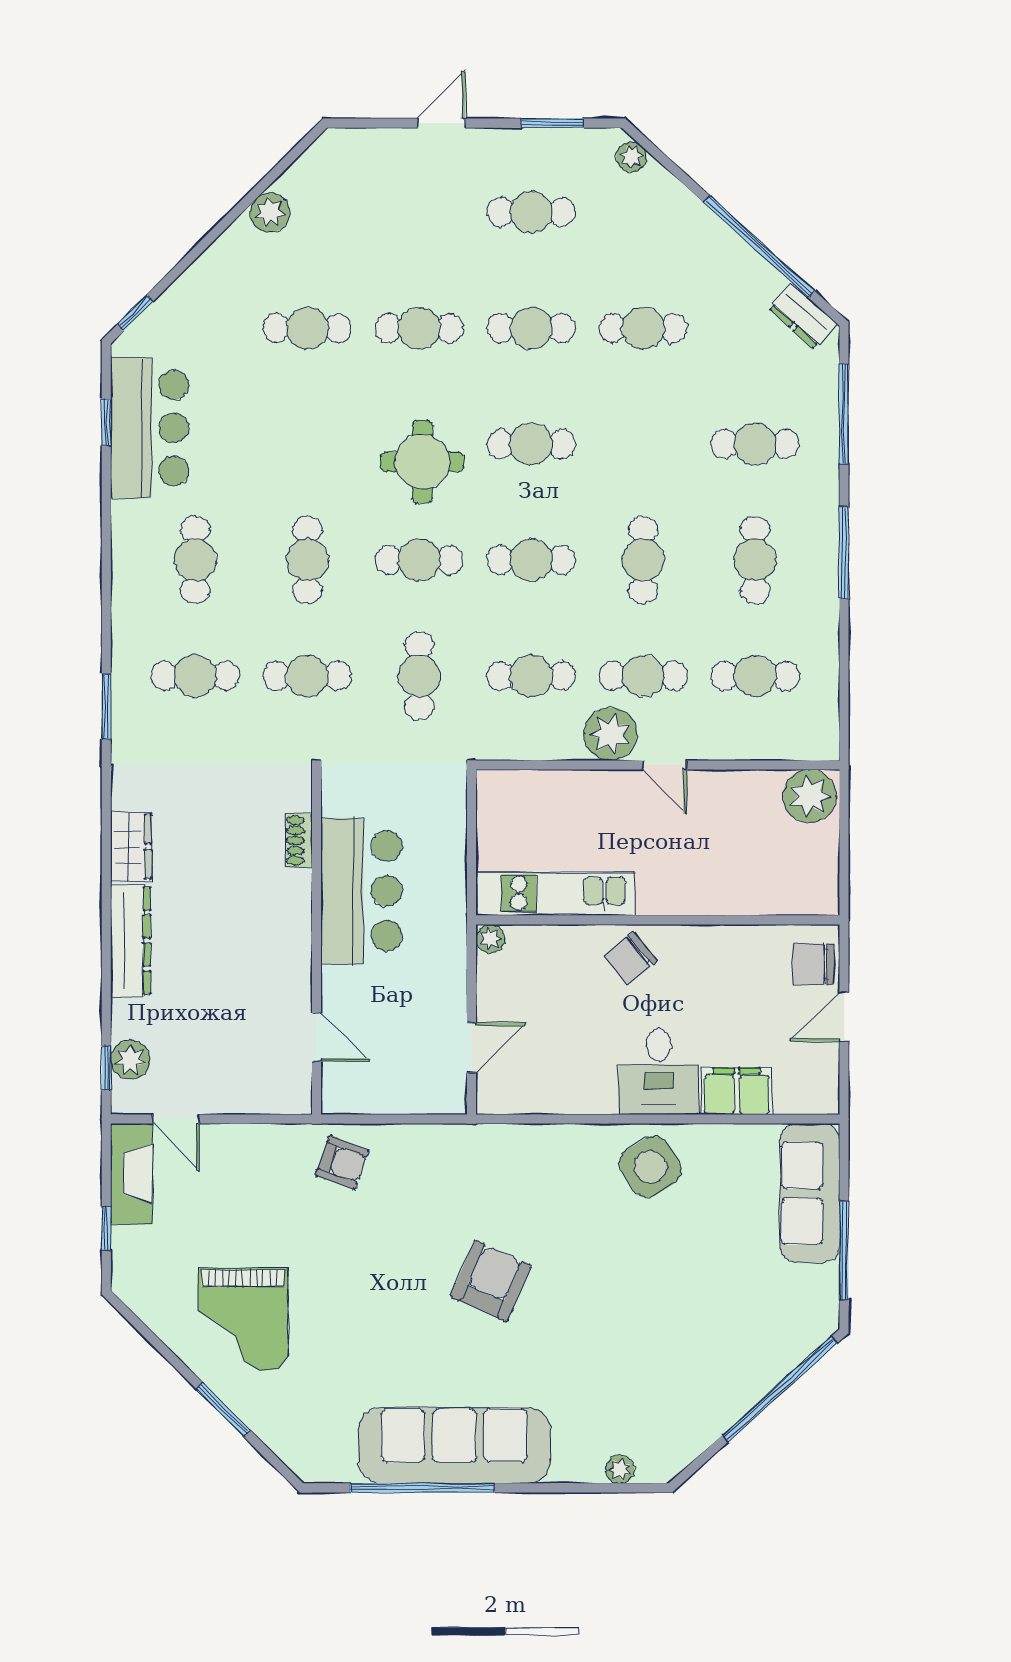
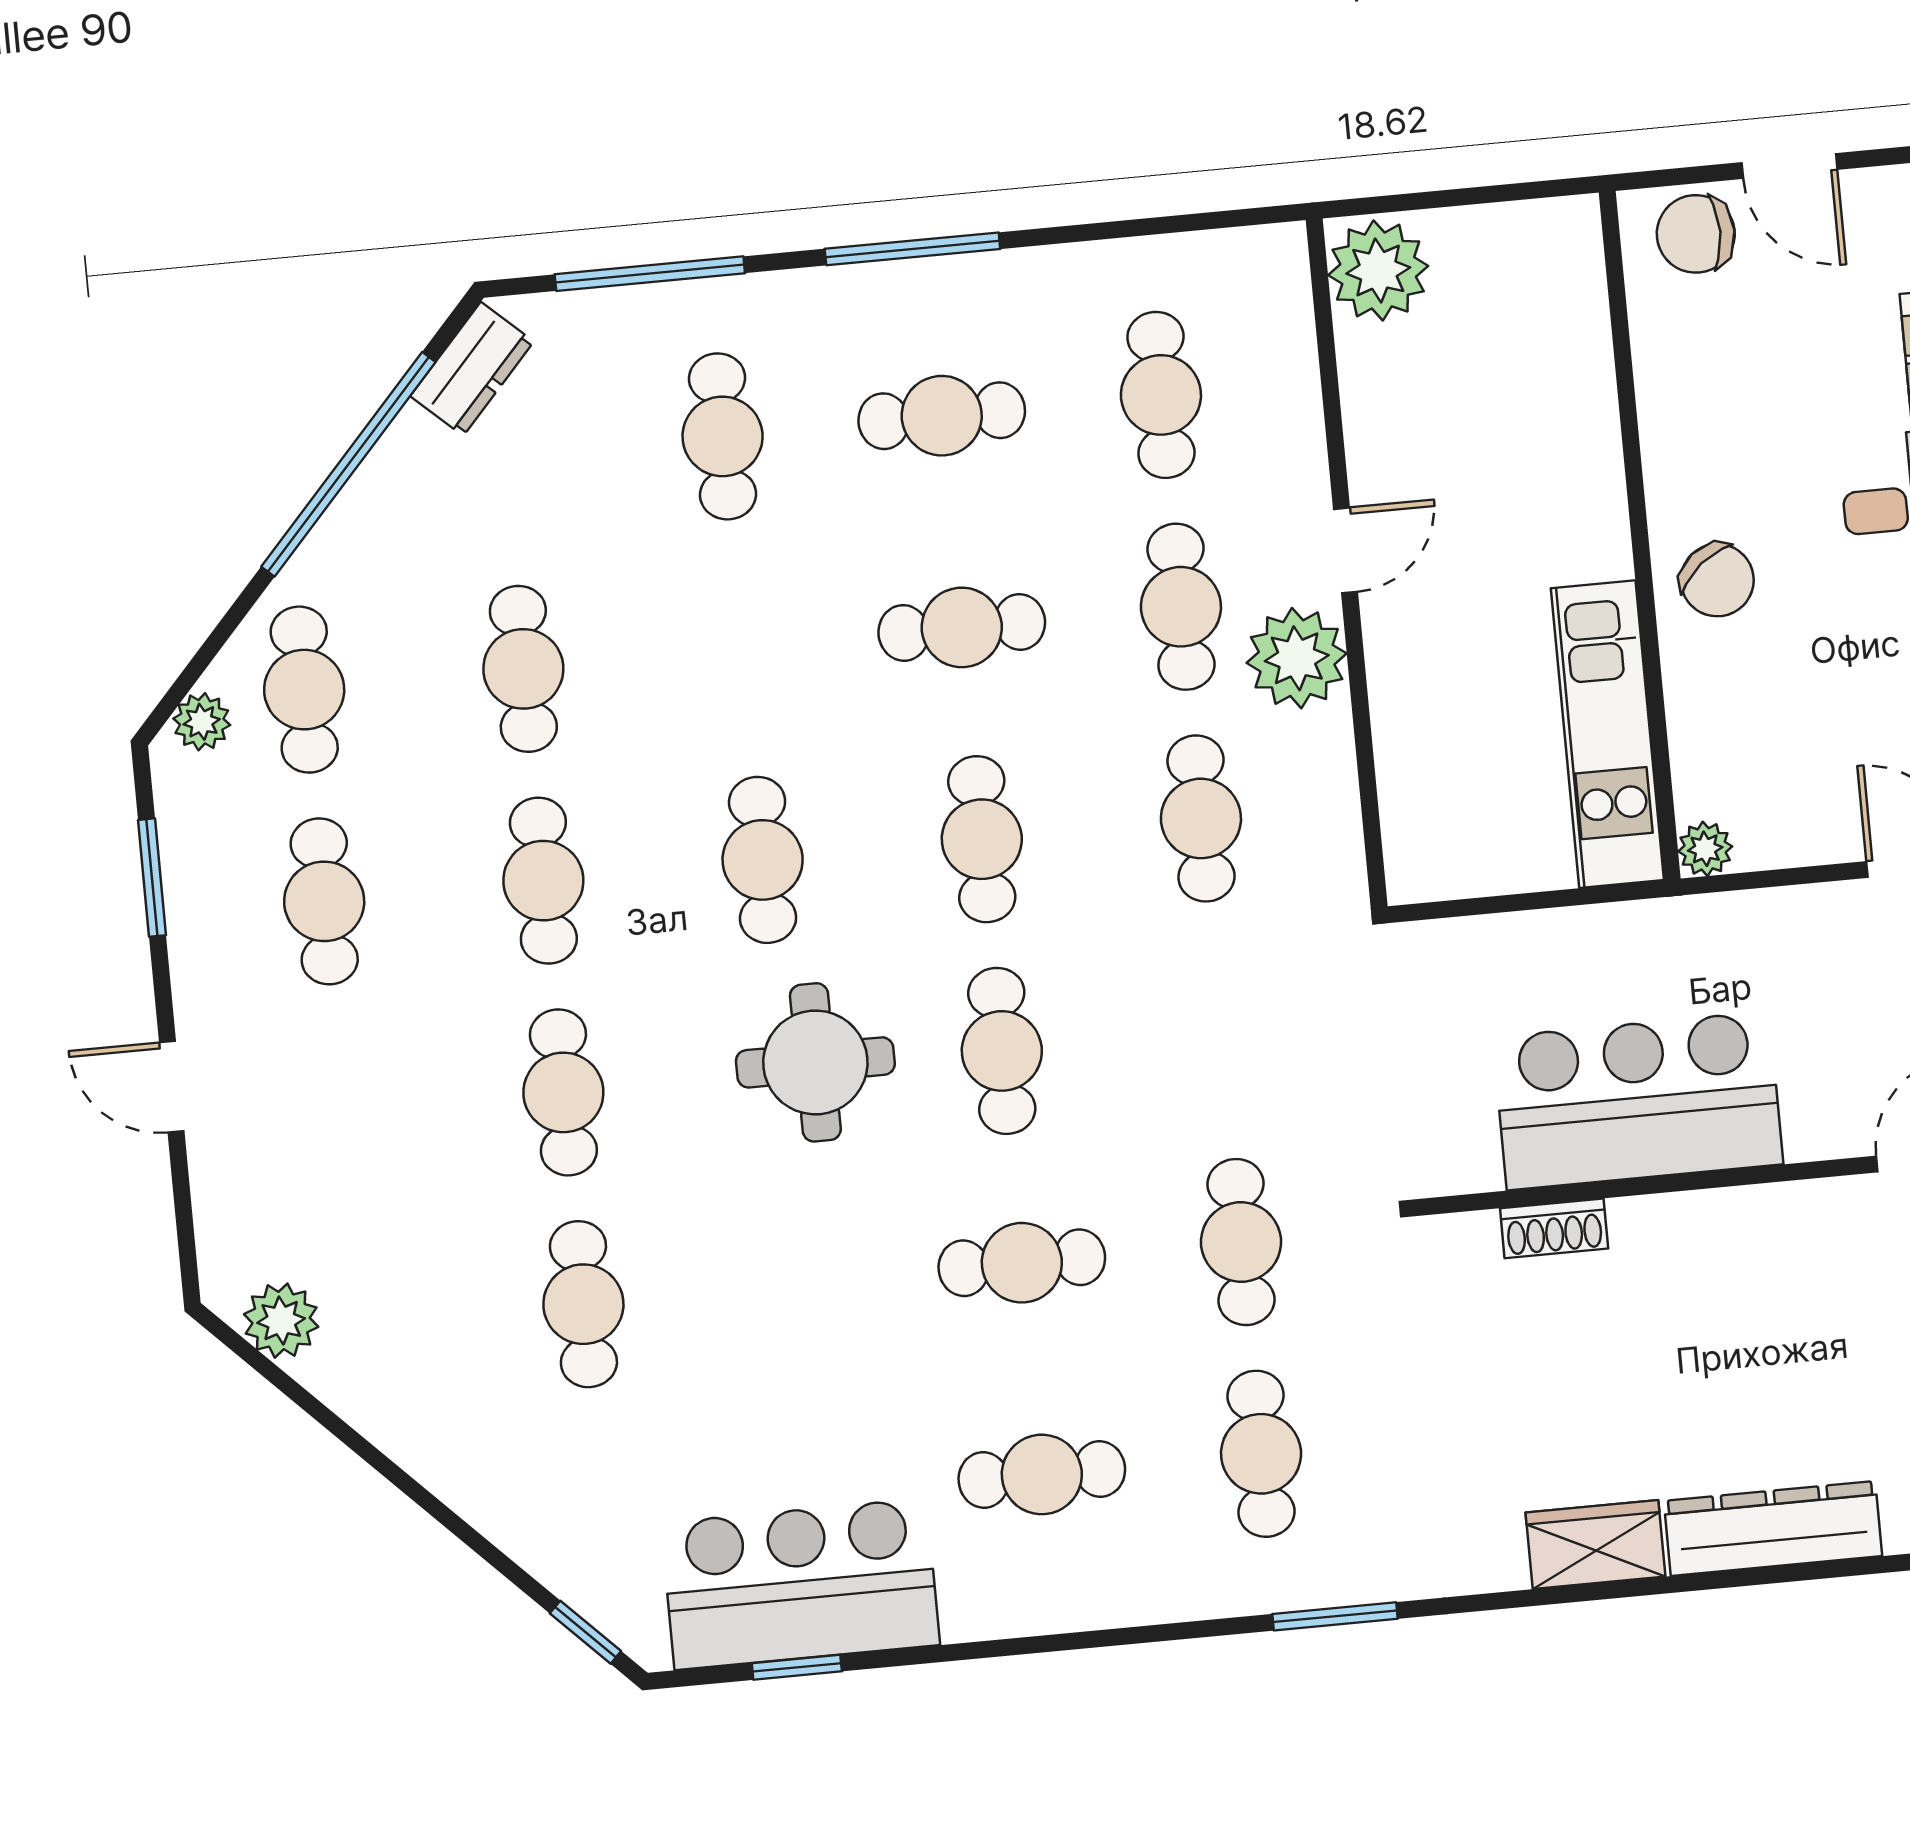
plant: (270, 213) -> (281, 1321), moved
cafe table: (419, 676) -> (304, 690), moved, turned 90
chair: (813, 964) -> (1696, 234), turned 90

